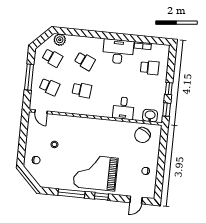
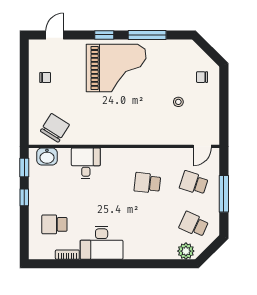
school desk: (85, 61) -> (147, 224), removed
door: (41, 112) -> (202, 146), swing flipped

